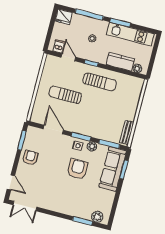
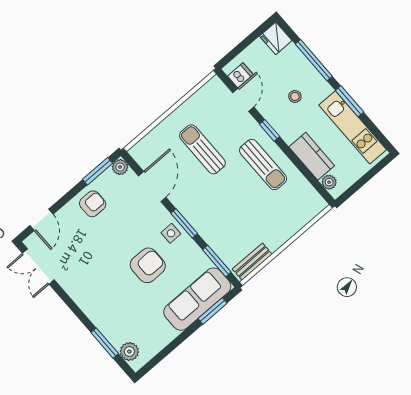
plant: (92, 146) -> (120, 167), moved

